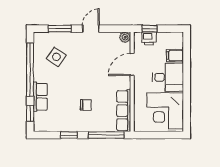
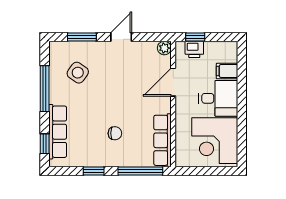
window: (30, 70) -> (45, 89), width x0.68
row of seats: (40, 97) -> (58, 132), width x1.48

